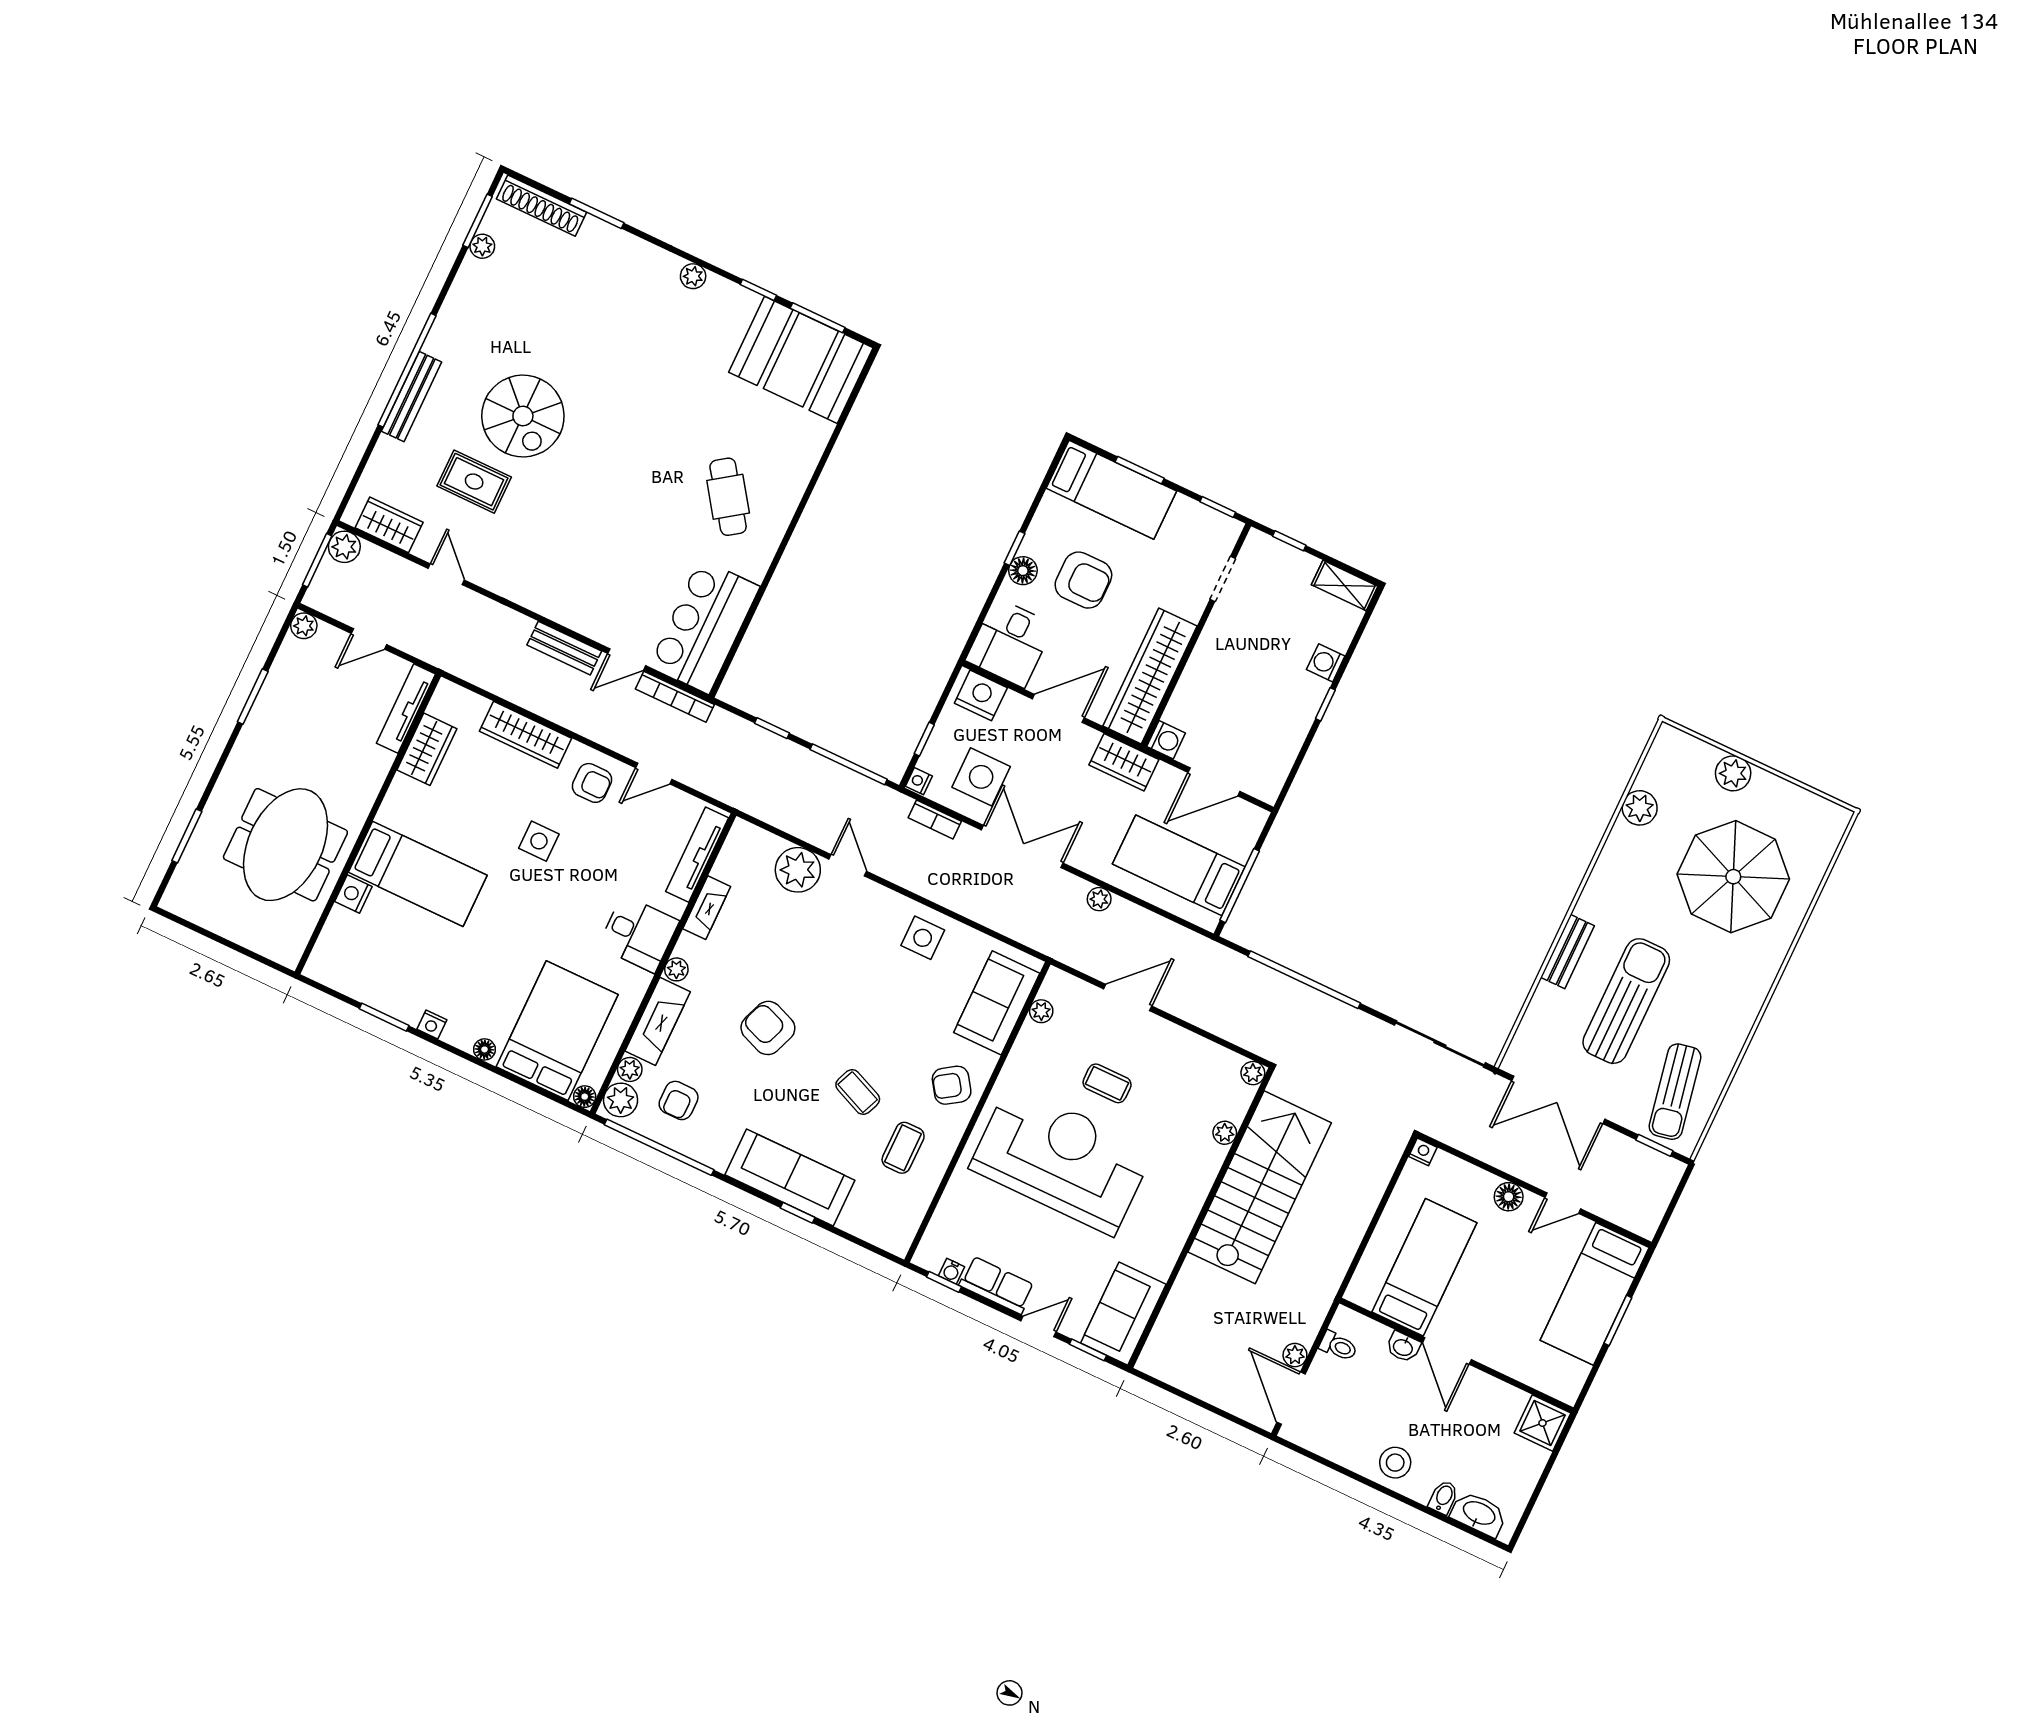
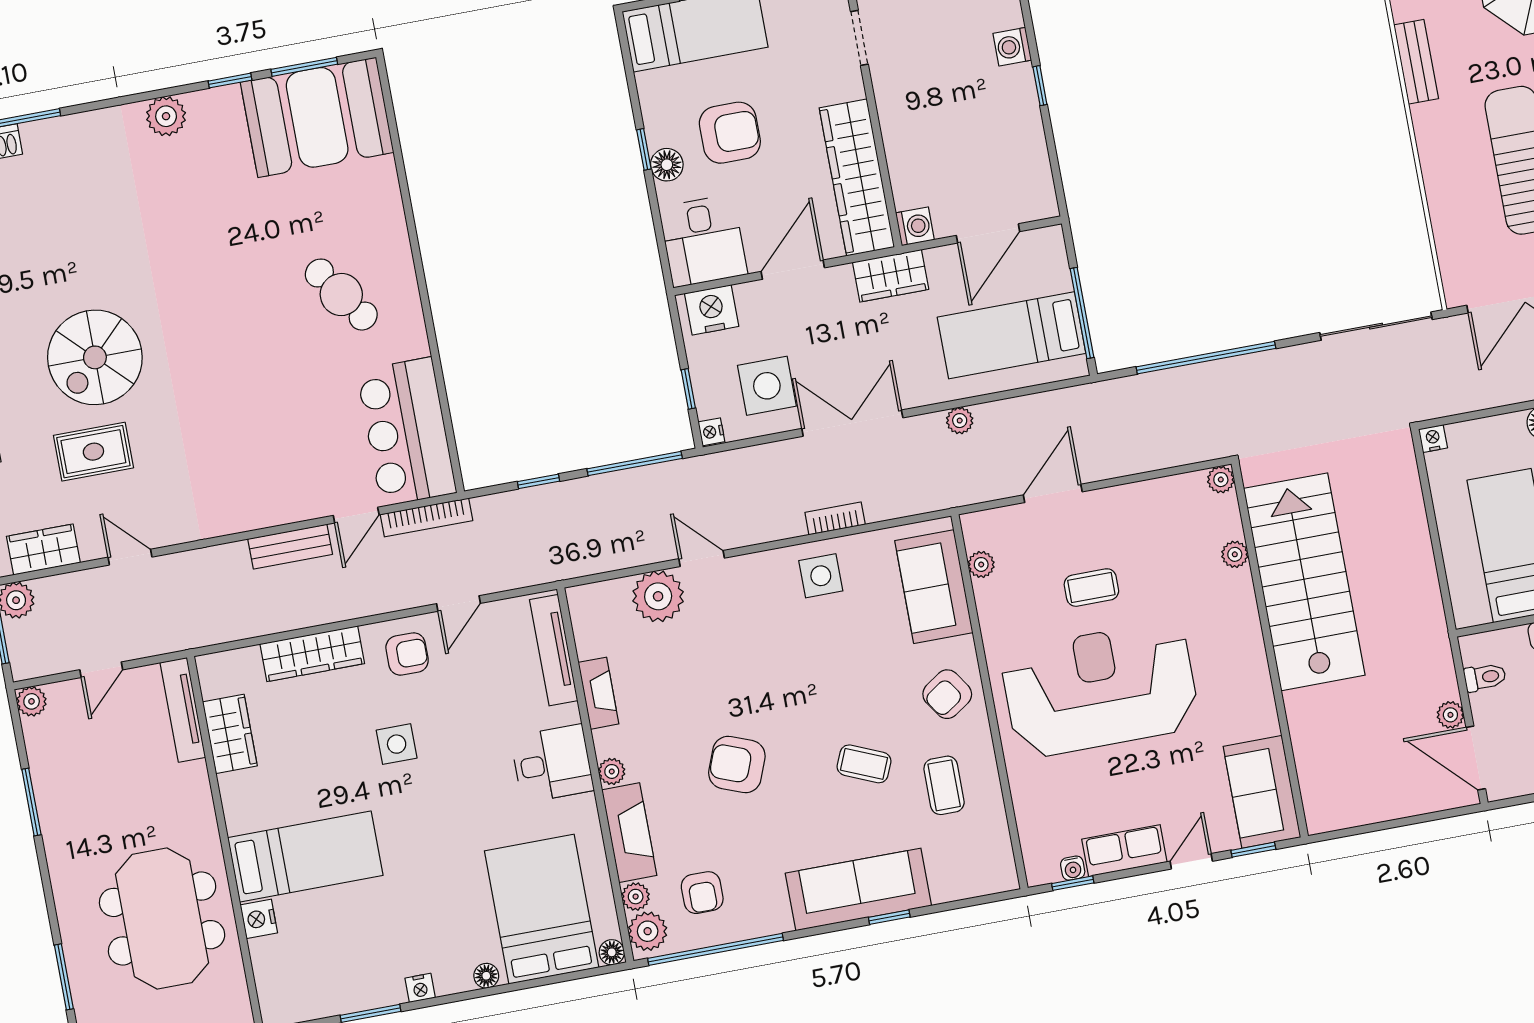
plant: (693, 276) -> (166, 116), width x1.38, depth x1.38
spiral stairs: (523, 416) -> (95, 357), turned 90
bookcase: (935, 820) -> (835, 518), moved, turned 180
bench: (1567, 952) -> (1416, 62), moved

